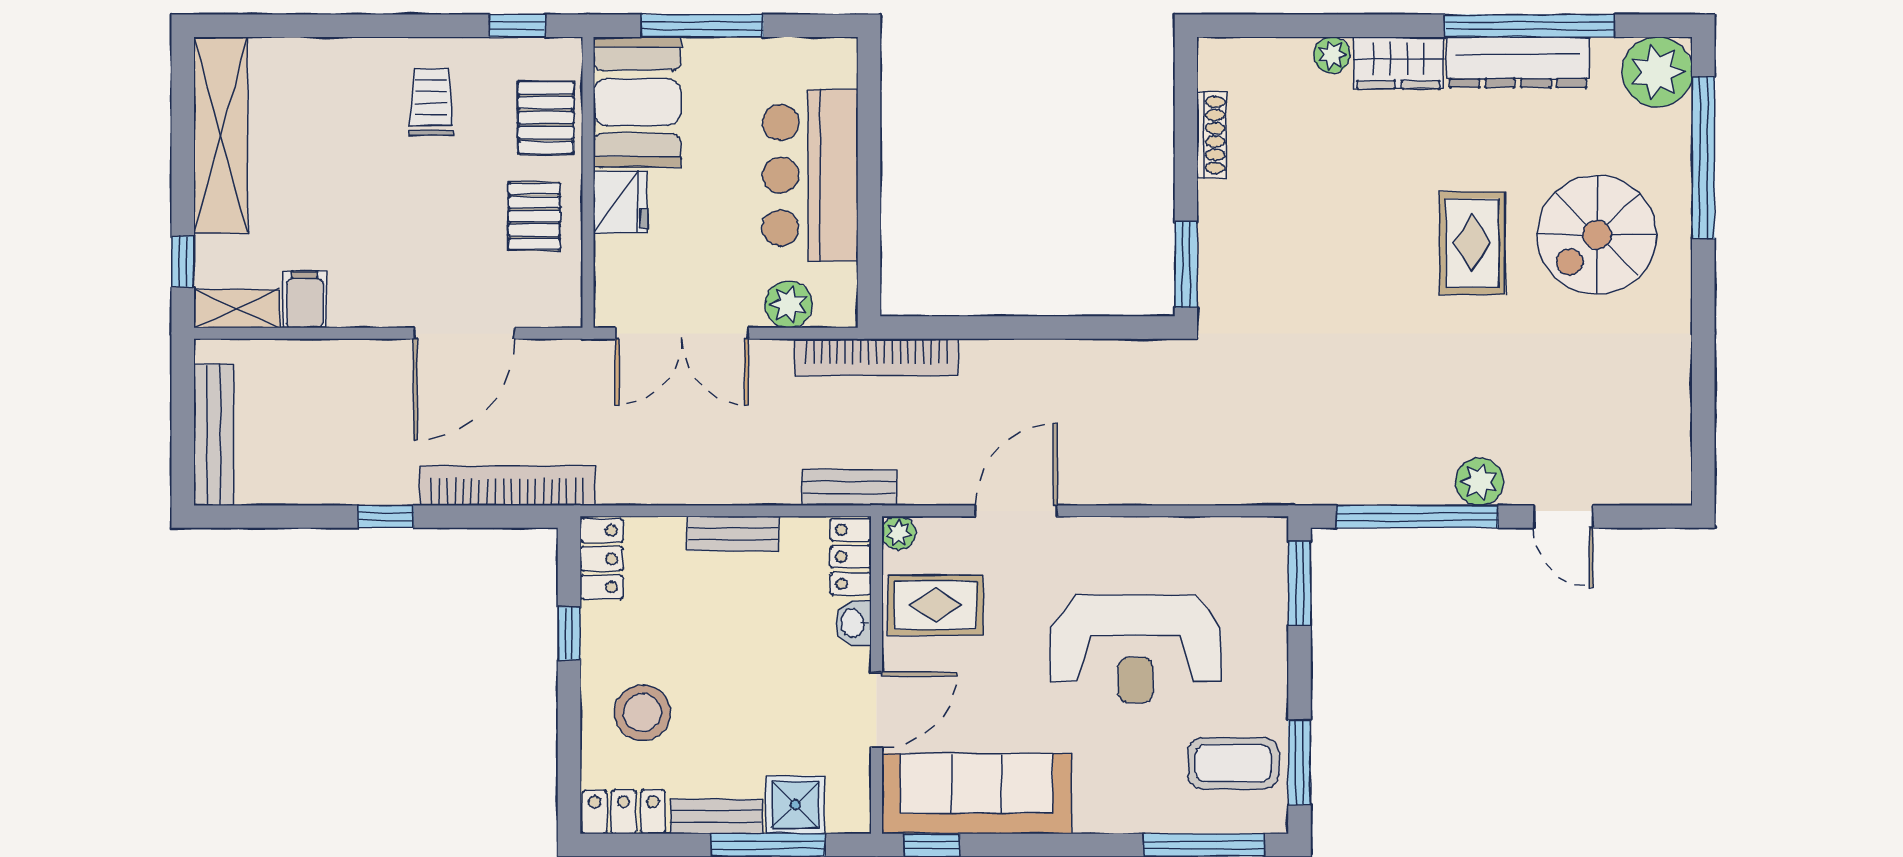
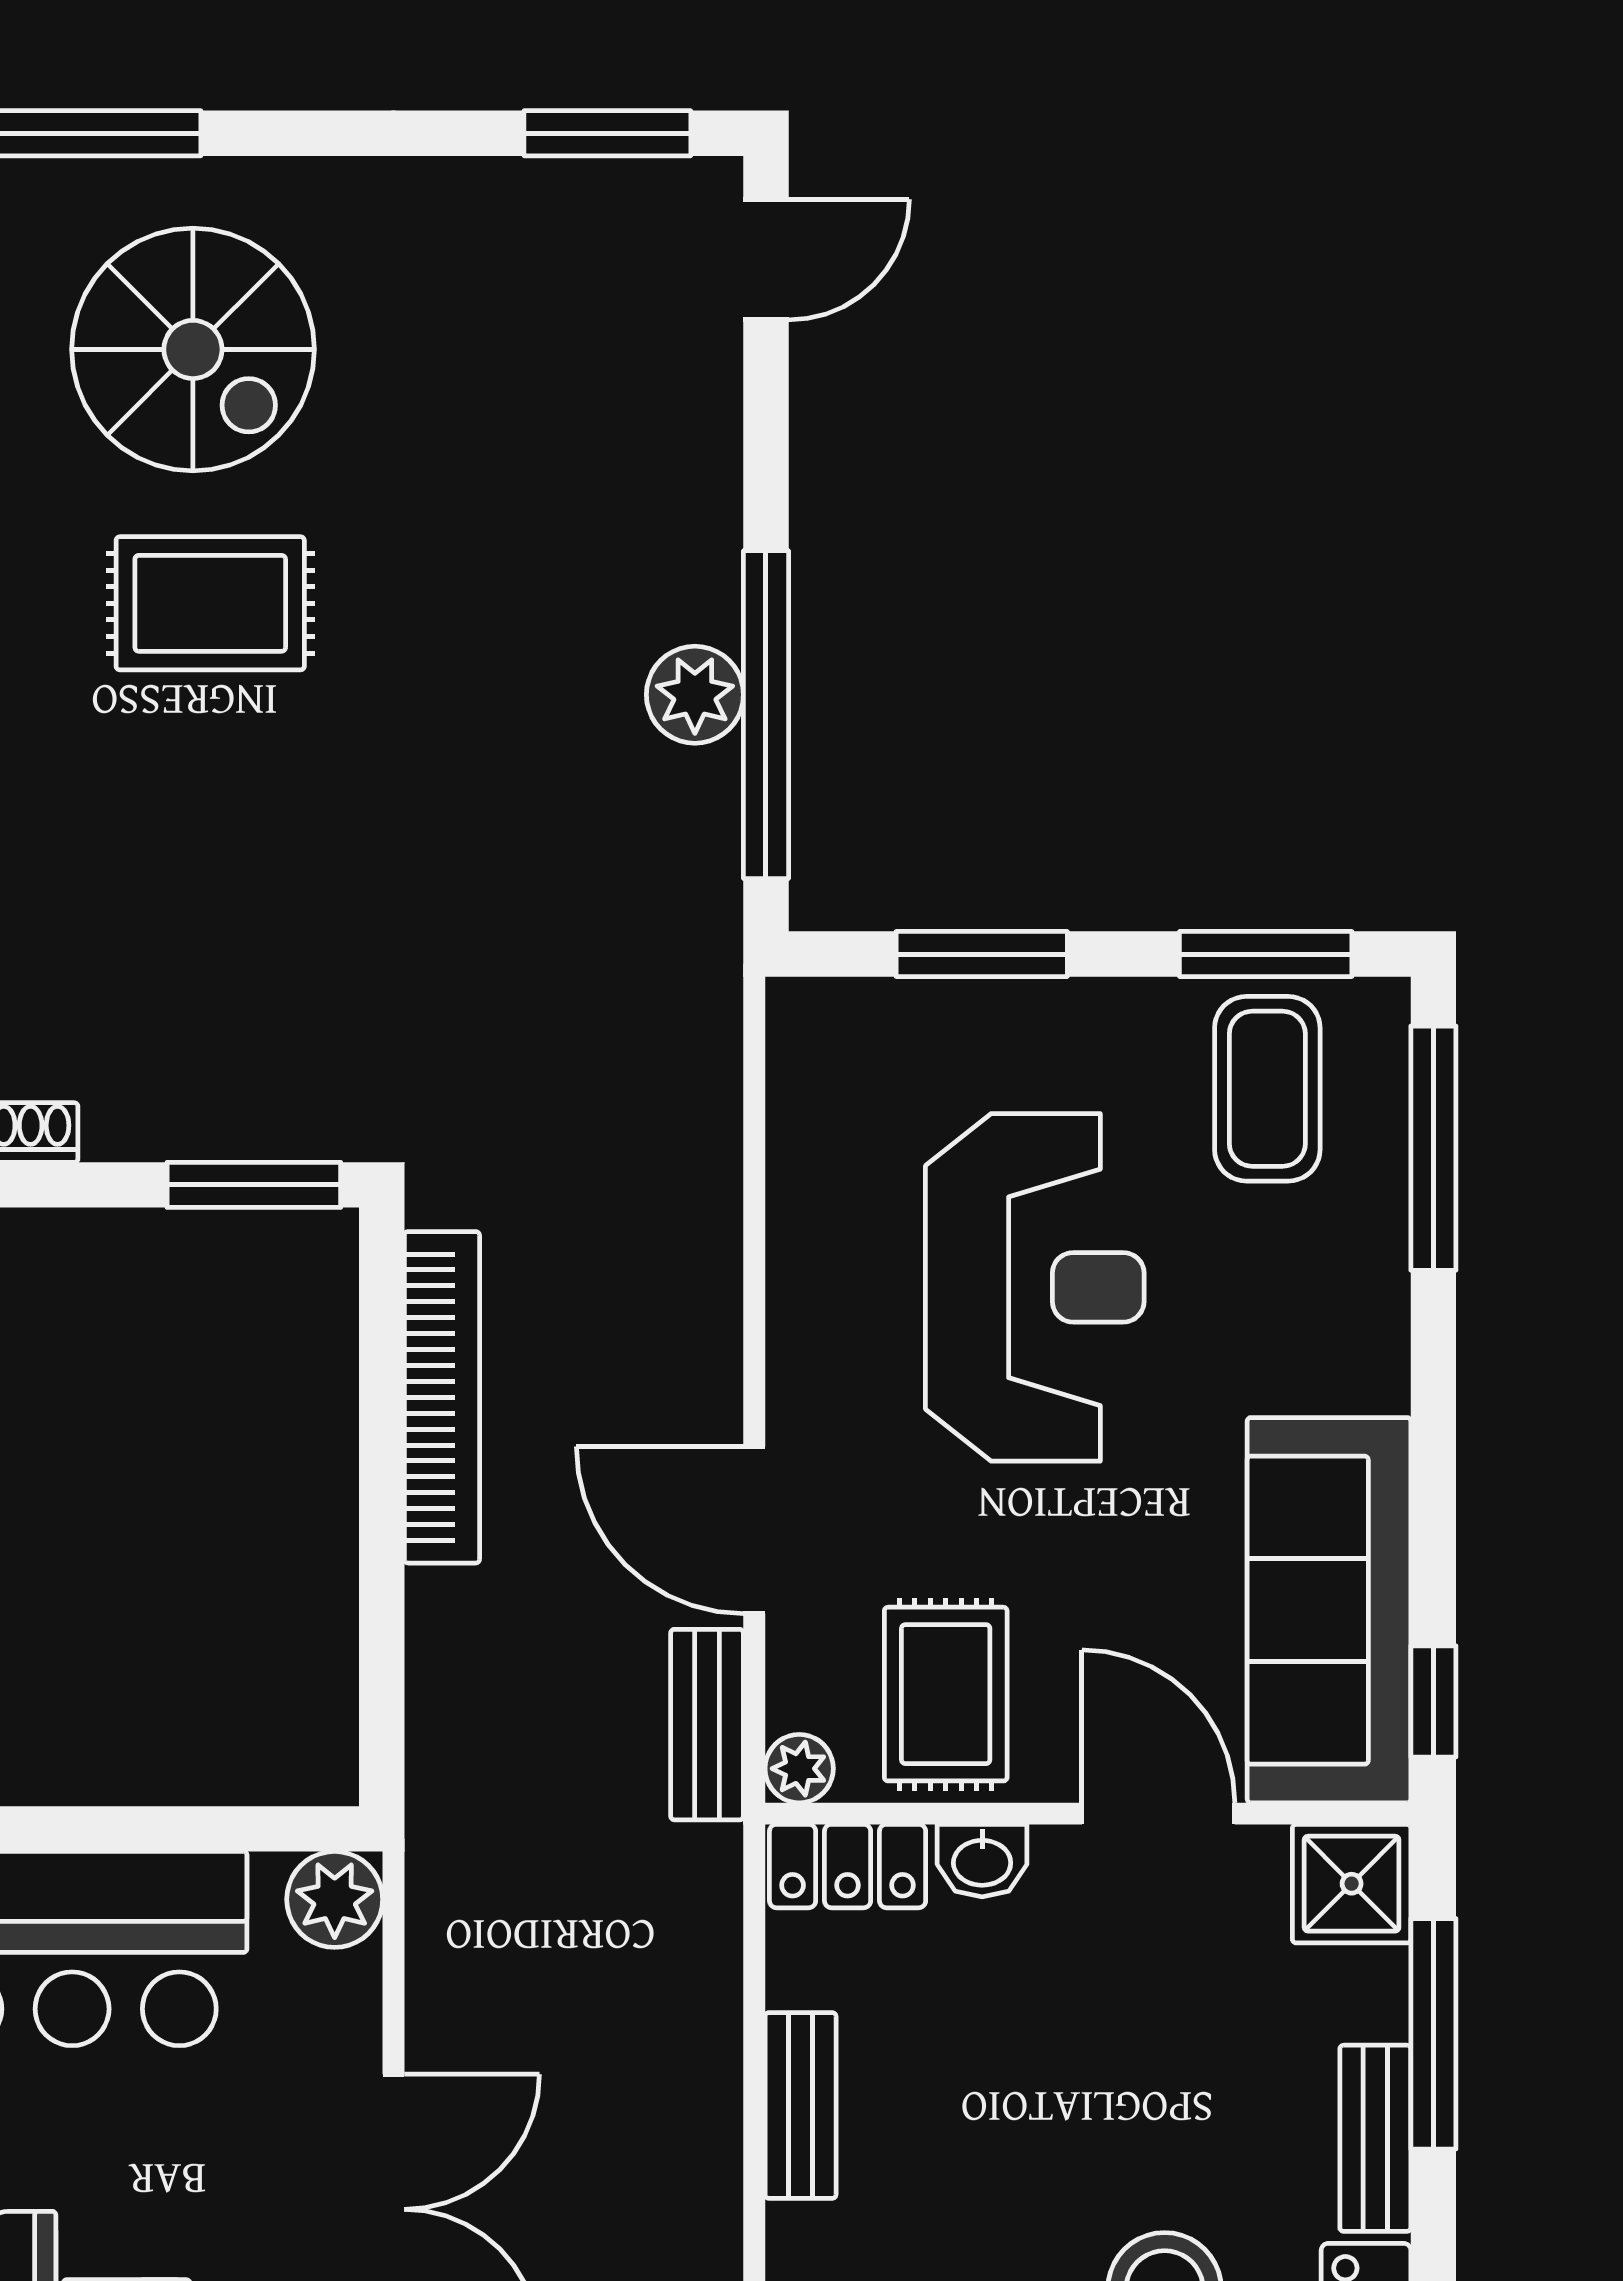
plant: (789, 304) -> (335, 1899), moved
bookcase: (876, 357) -> (442, 1397), moved
window: (1703, 439) -> (607, 133), added
plant: (1480, 482) -> (695, 695), moved
bench: (849, 488) -> (707, 1725), moved
door: (1563, 517) -> (766, 260), moved
window: (1299, 583) -> (982, 954), moved
shower: (795, 805) -> (1352, 1884), moved

